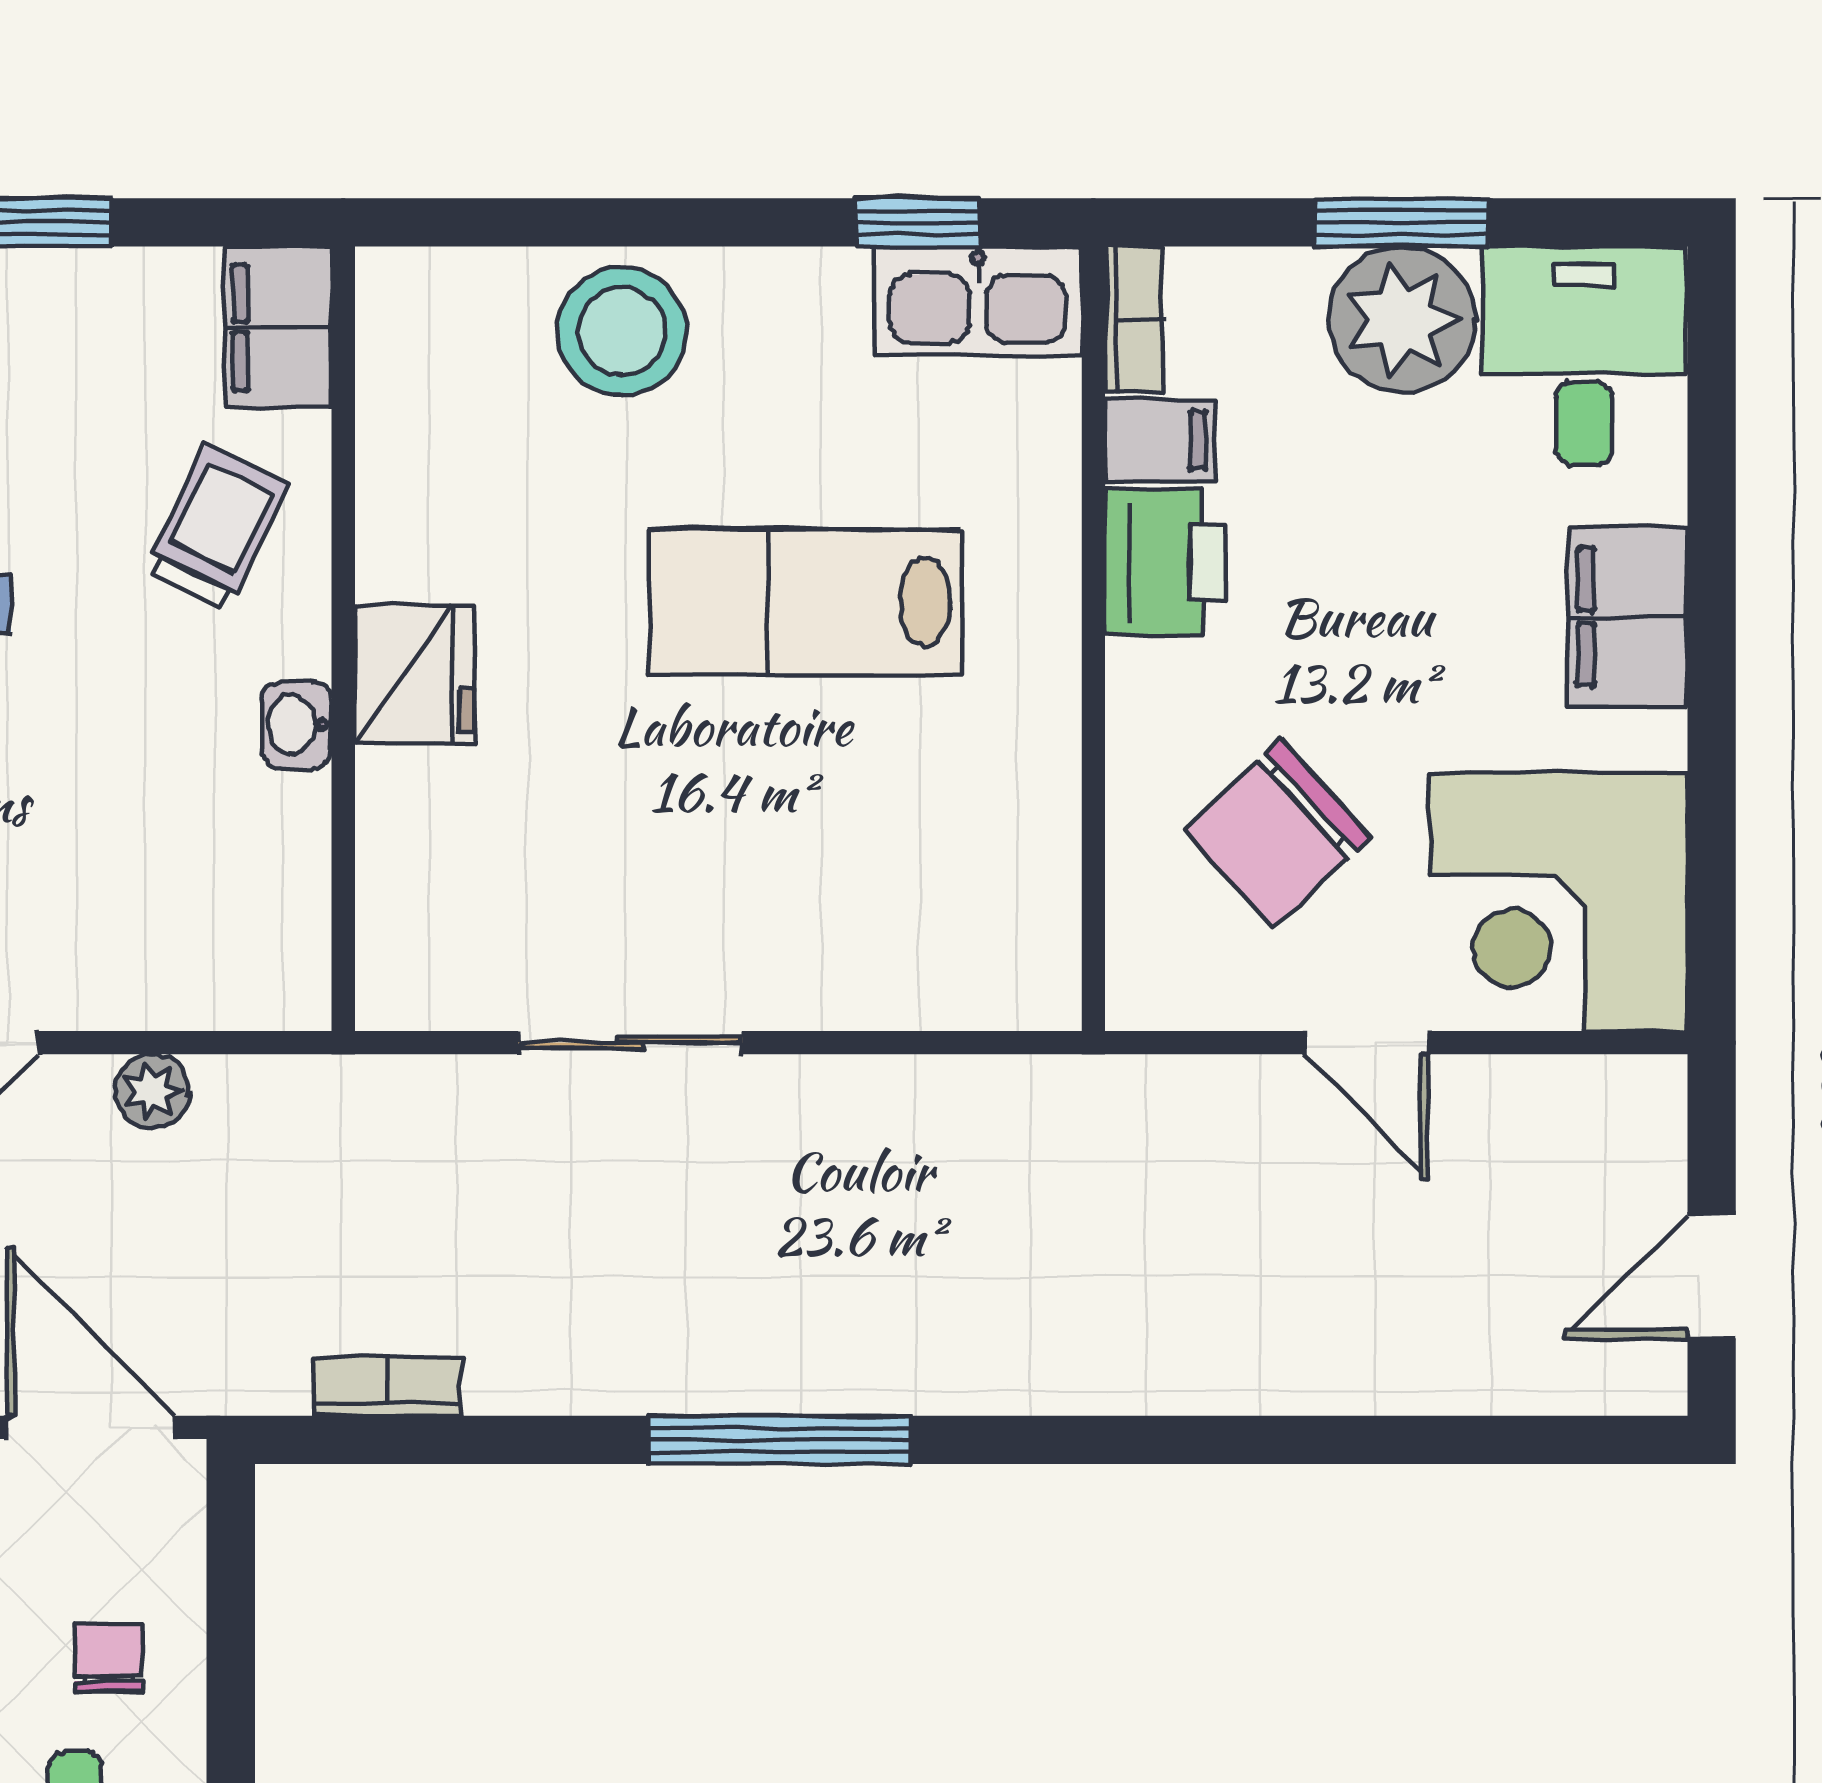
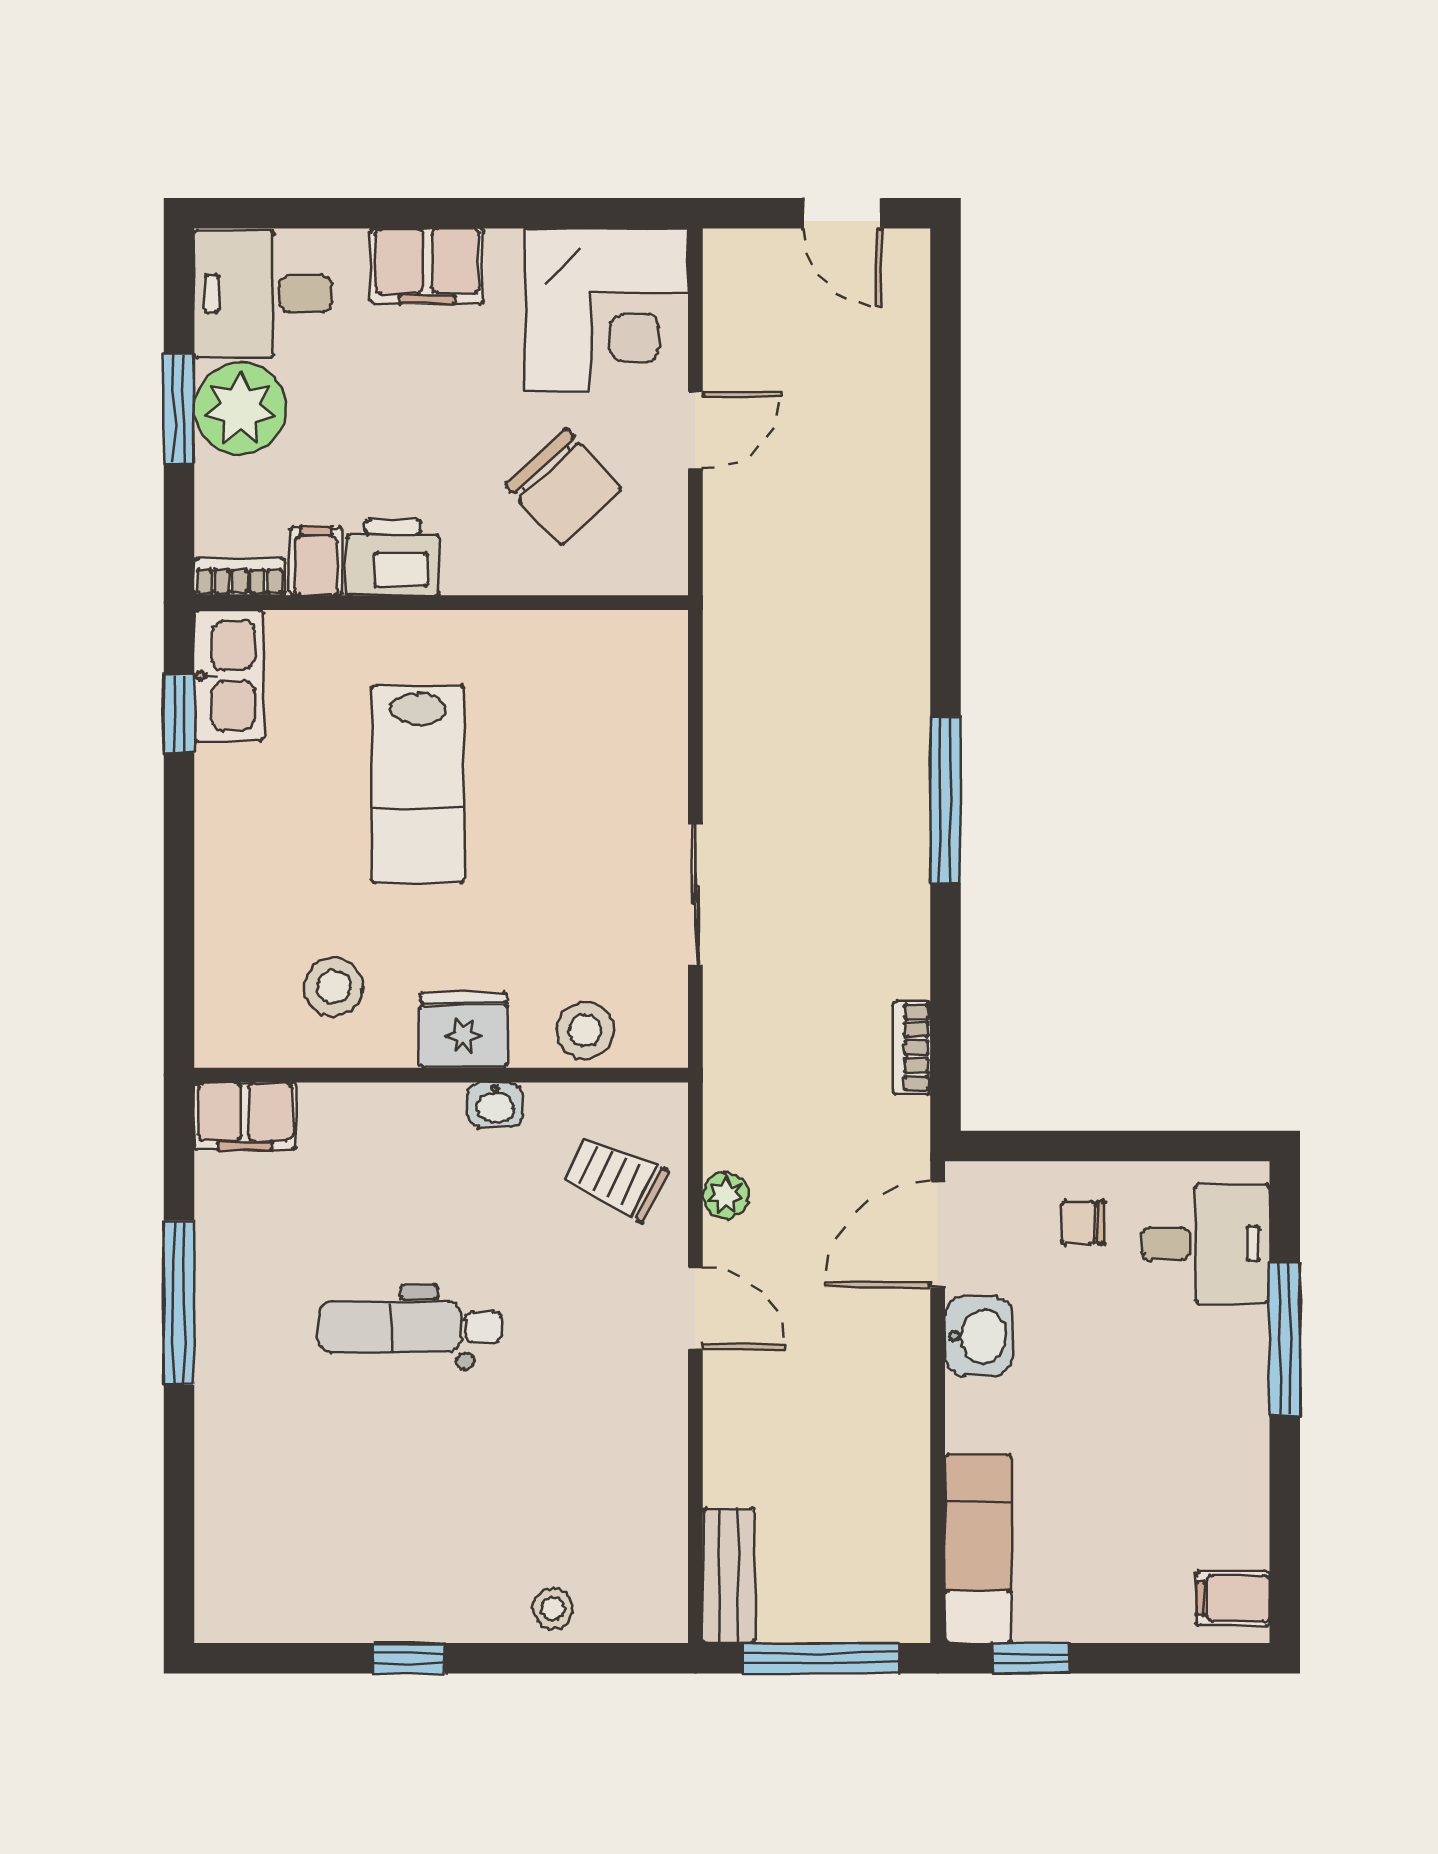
stool: (622, 331) -> (334, 987), moved, width x0.73, depth x0.73
trolley: (217, 527) -> (615, 1178), moved
stool: (414, 867) -> (585, 1030), added

